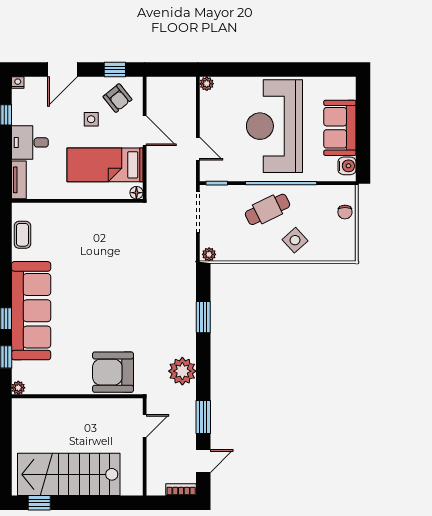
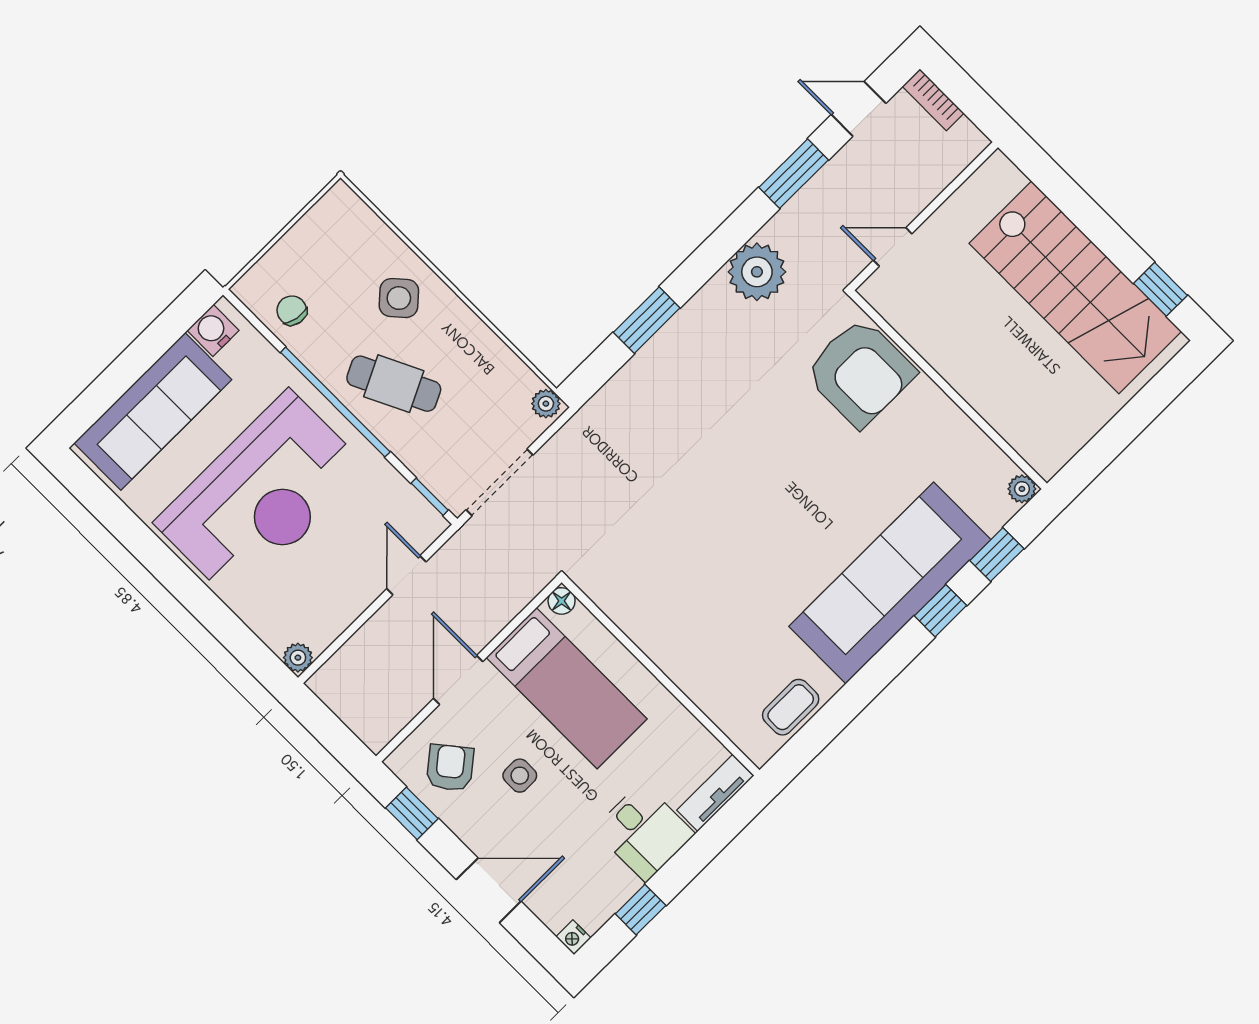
sofa: (340, 128) -> (153, 411), width x1.36
chair: (345, 212) -> (292, 310), moved, turned -80

